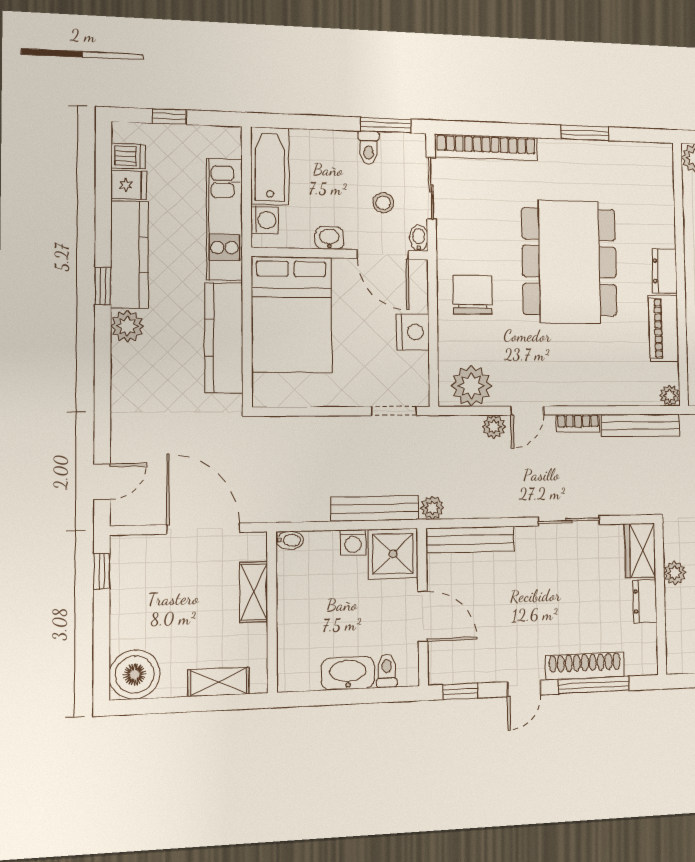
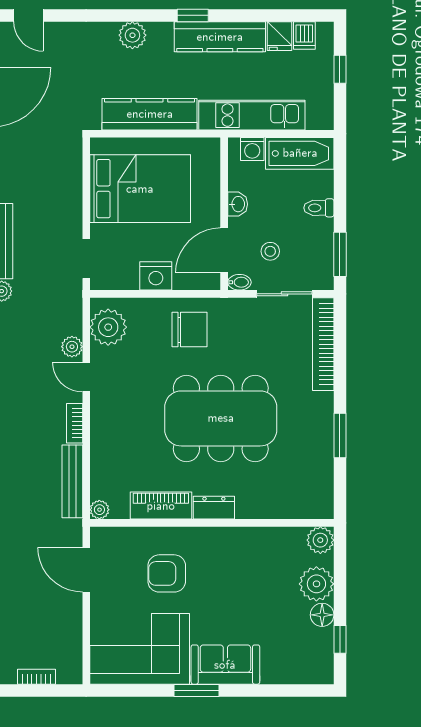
toilet: (368, 148) -> (319, 208), moved
bed: (292, 314) -> (140, 189), moved, turned 180
plant: (127, 326) -> (132, 35), moved

